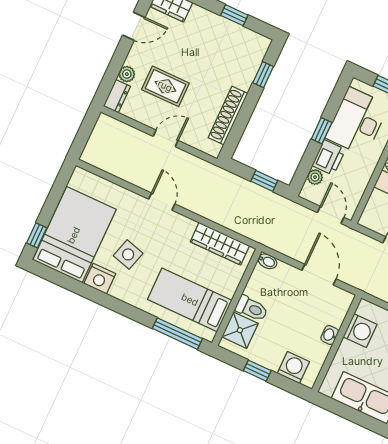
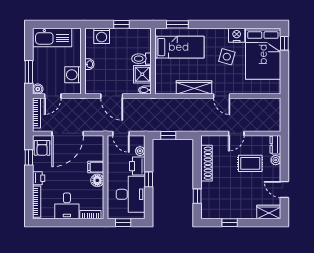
door: (134, 26) -> (284, 189), hinge flipped
wardrobe: (220, 244) -> (194, 87), moved
shower: (240, 330) -> (142, 74), moved
window: (177, 334) -> (177, 24), width x0.69

